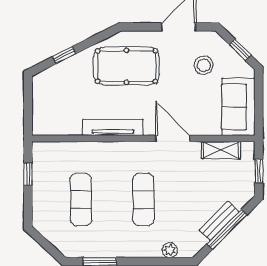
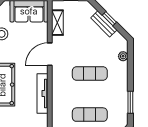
window: (227, 229) -> (109, 19), width x0.46

